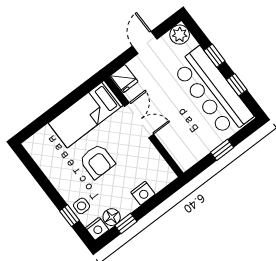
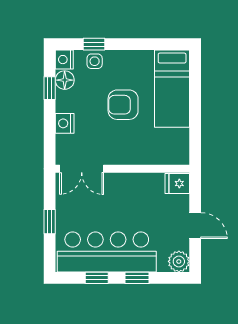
bed: (86, 114) -> (172, 89), moved, turned 180
double door: (139, 120) -> (82, 169), moved

